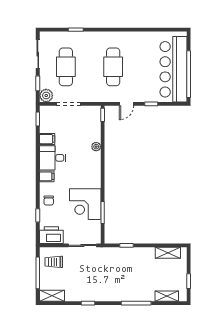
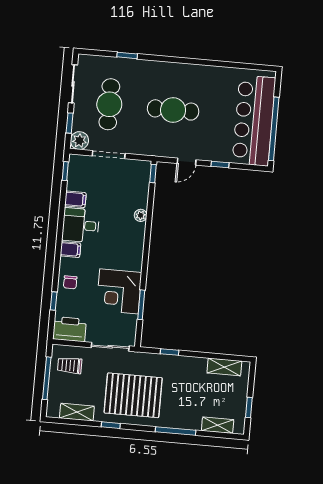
cafe table: (113, 67) -> (173, 110), turned 90
pallet: (103, 280) -> (133, 395), added
shelving: (52, 296) -> (77, 412), moved

